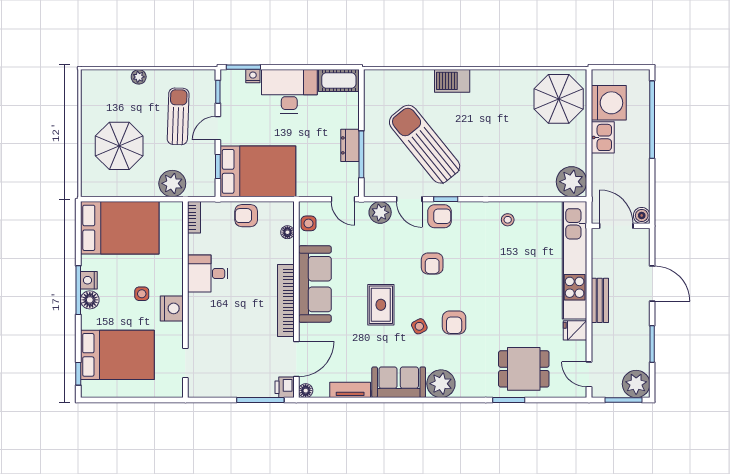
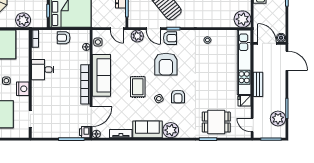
armchair: (432, 264) -> (166, 64), width x1.88, depth x1.88
door: (652, 283) -> (287, 61), moved
plant: (636, 384) -> (278, 118), moved

